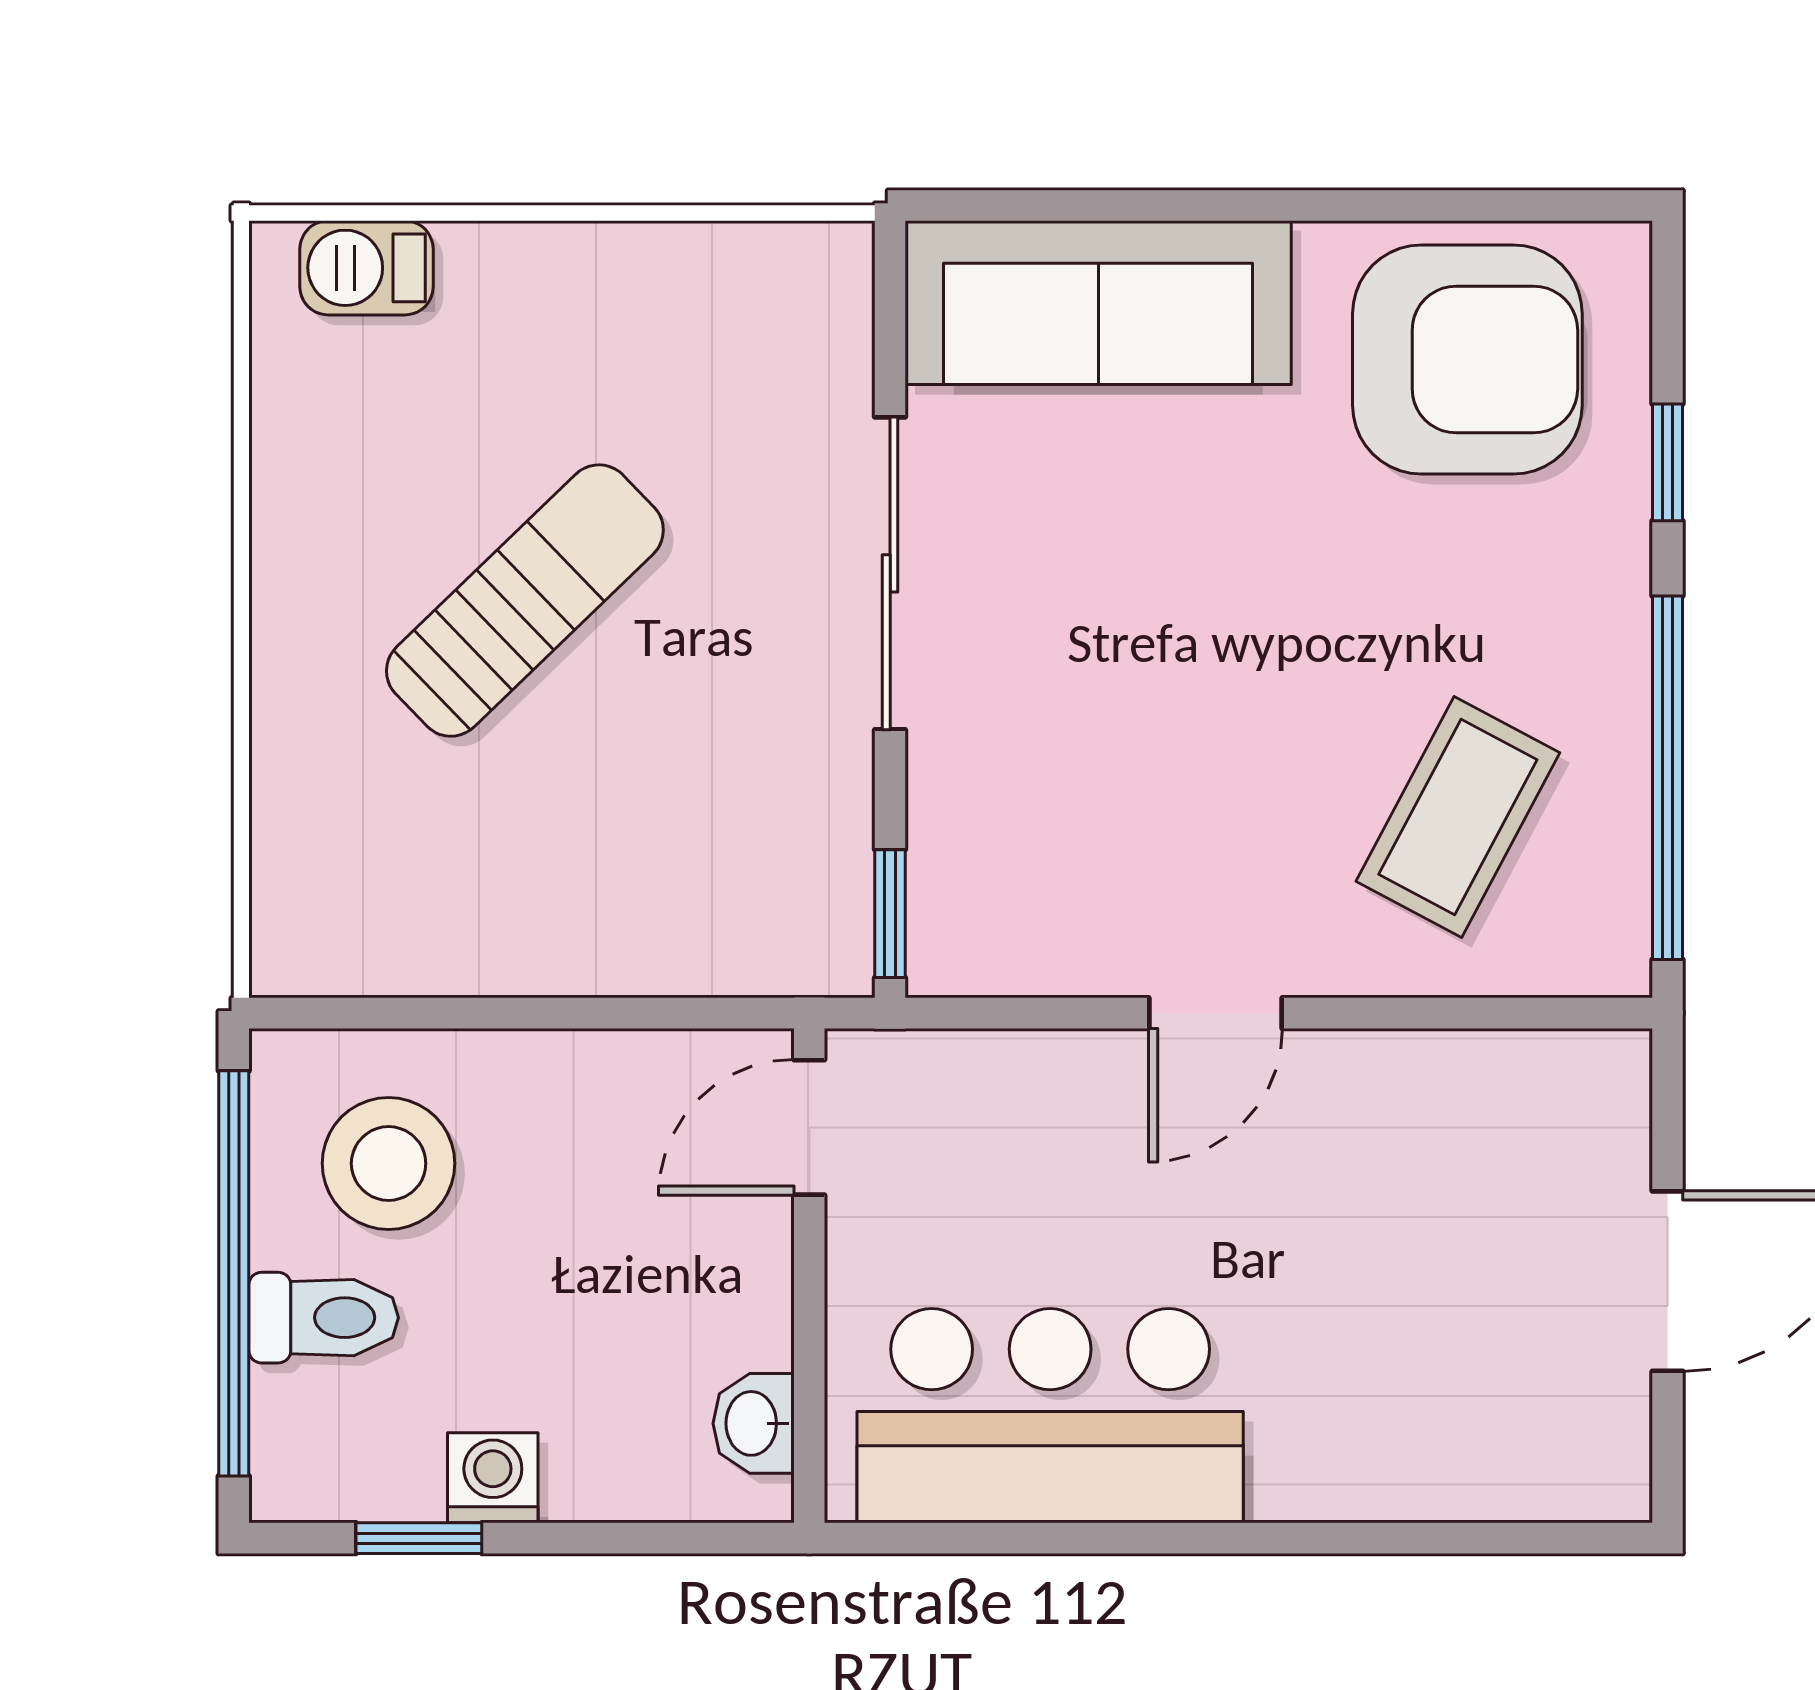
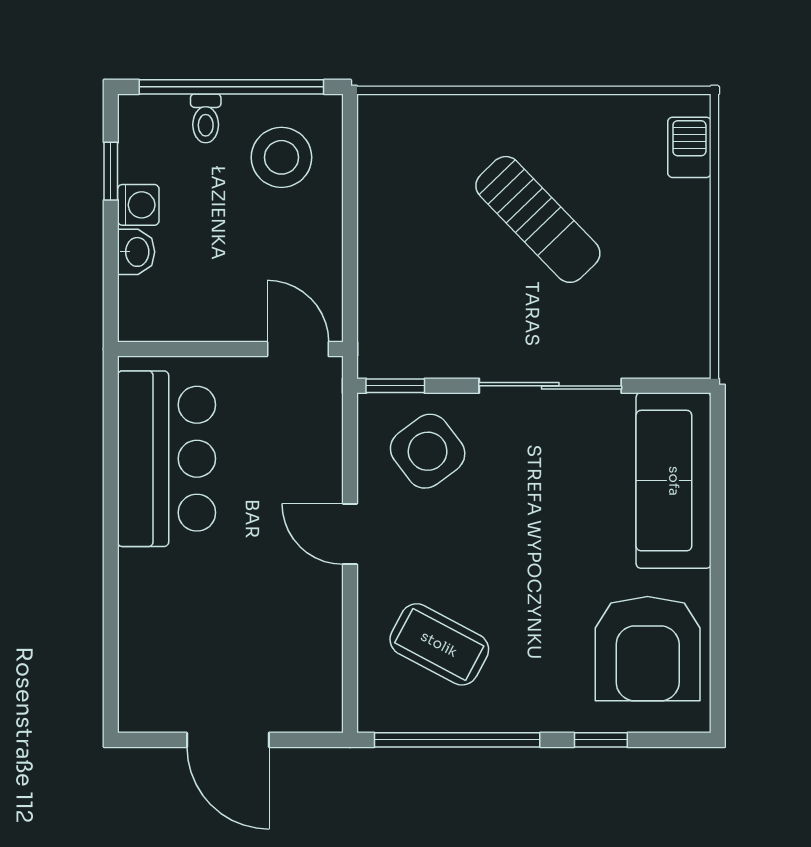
side table: (1034, 843) -> (428, 451), added
toilet: (324, 1318) -> (206, 118), width x0.73, depth x0.72
washbasin: (754, 1423) -> (136, 252), moved, turned 90

